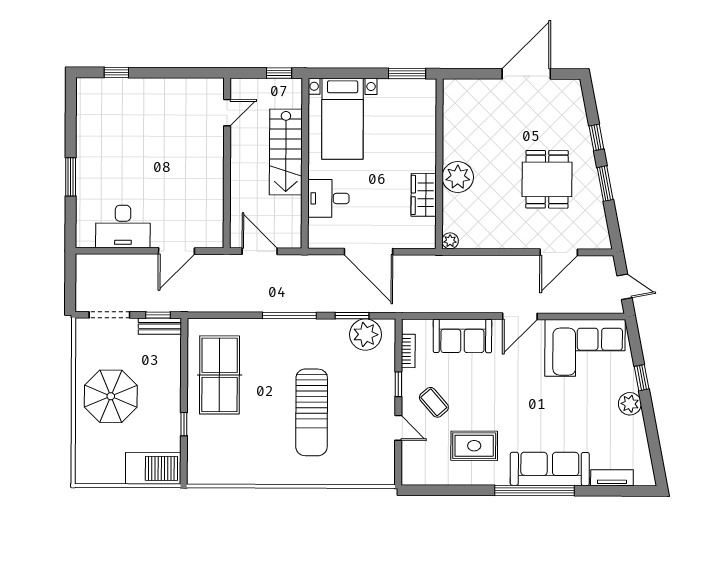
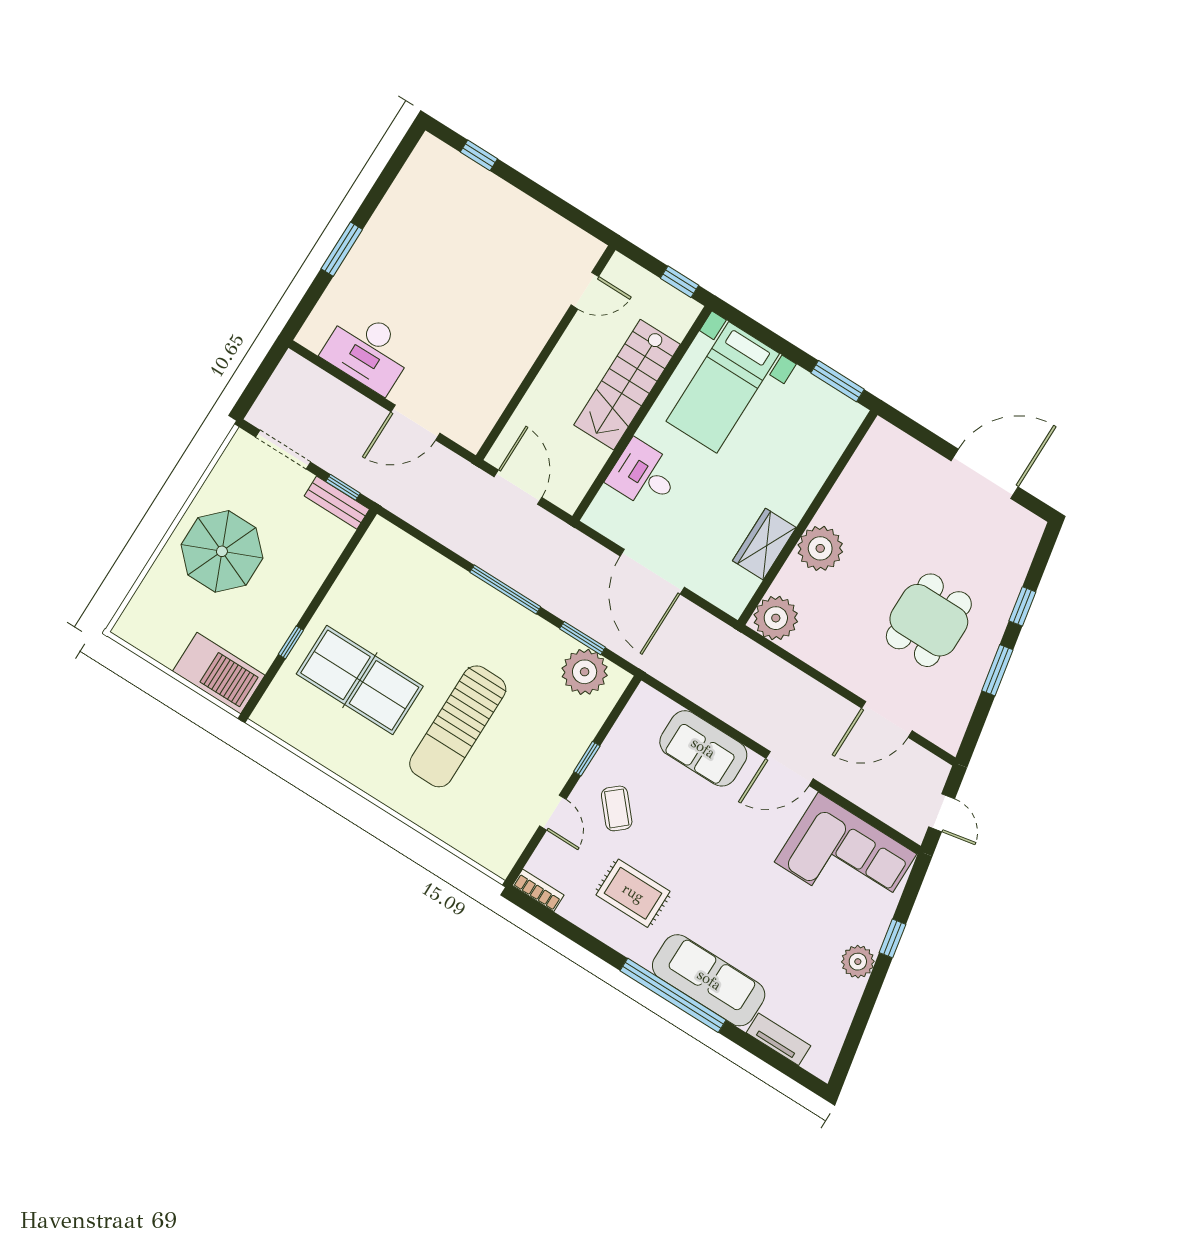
plant: (450, 241) -> (776, 618), width x1.87, depth x1.87
bookcase: (408, 351) -> (538, 890), moved, turned -90
table tennis table: (220, 375) -> (360, 680), moved, turned 90

